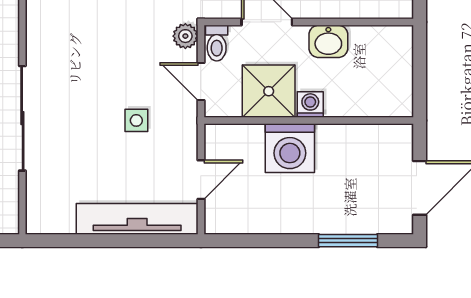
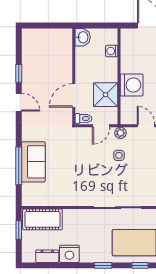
plant: (185, 36) -> (120, 133), moved
washbasin: (328, 41) -> (83, 37), moved
washing machine: (310, 105) -> (112, 51), moved

